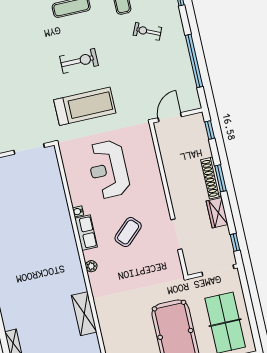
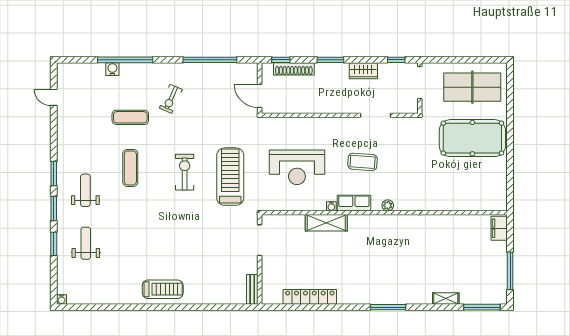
shoe rack: (211, 178) -> (294, 69), moved
coffee table: (128, 232) -> (363, 162), turned -43
shelving: (84, 314) -> (326, 223), moved

